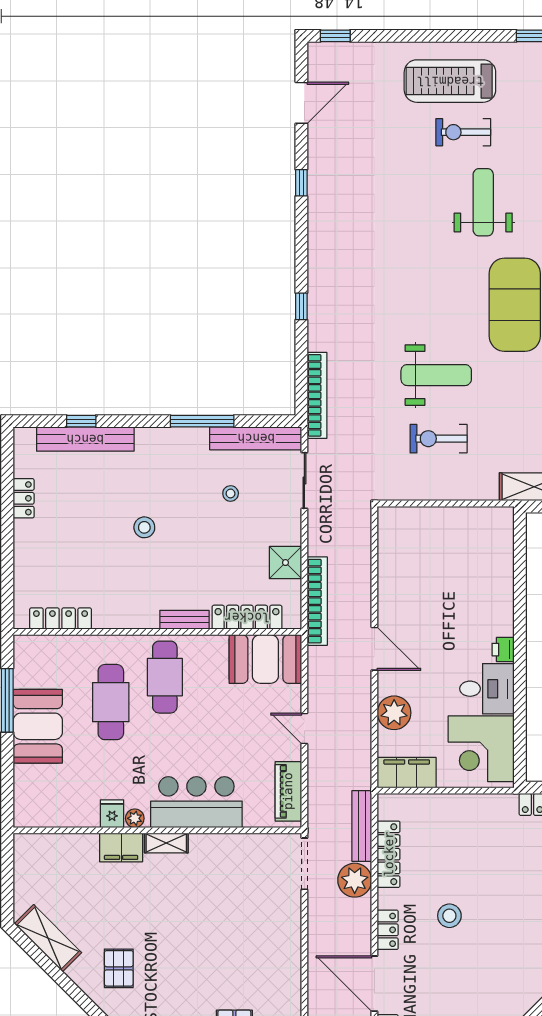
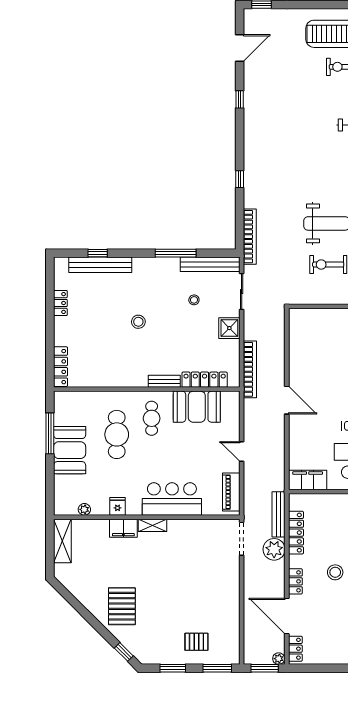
shower: (285, 563) -> (229, 328), moved
locker: (61, 618) -> (61, 367), moved, turned 90
booth: (265, 659) -> (197, 407), moved
cafe table: (165, 677) -> (152, 418), width x0.73, depth x0.74
plant: (394, 713) -> (299, 441), removed
plant: (135, 818) -> (84, 509), moved
shelving: (48, 938) -> (62, 541), moved, turned 45
pallet: (119, 968) -> (122, 606), width x1.50, depth x1.42

